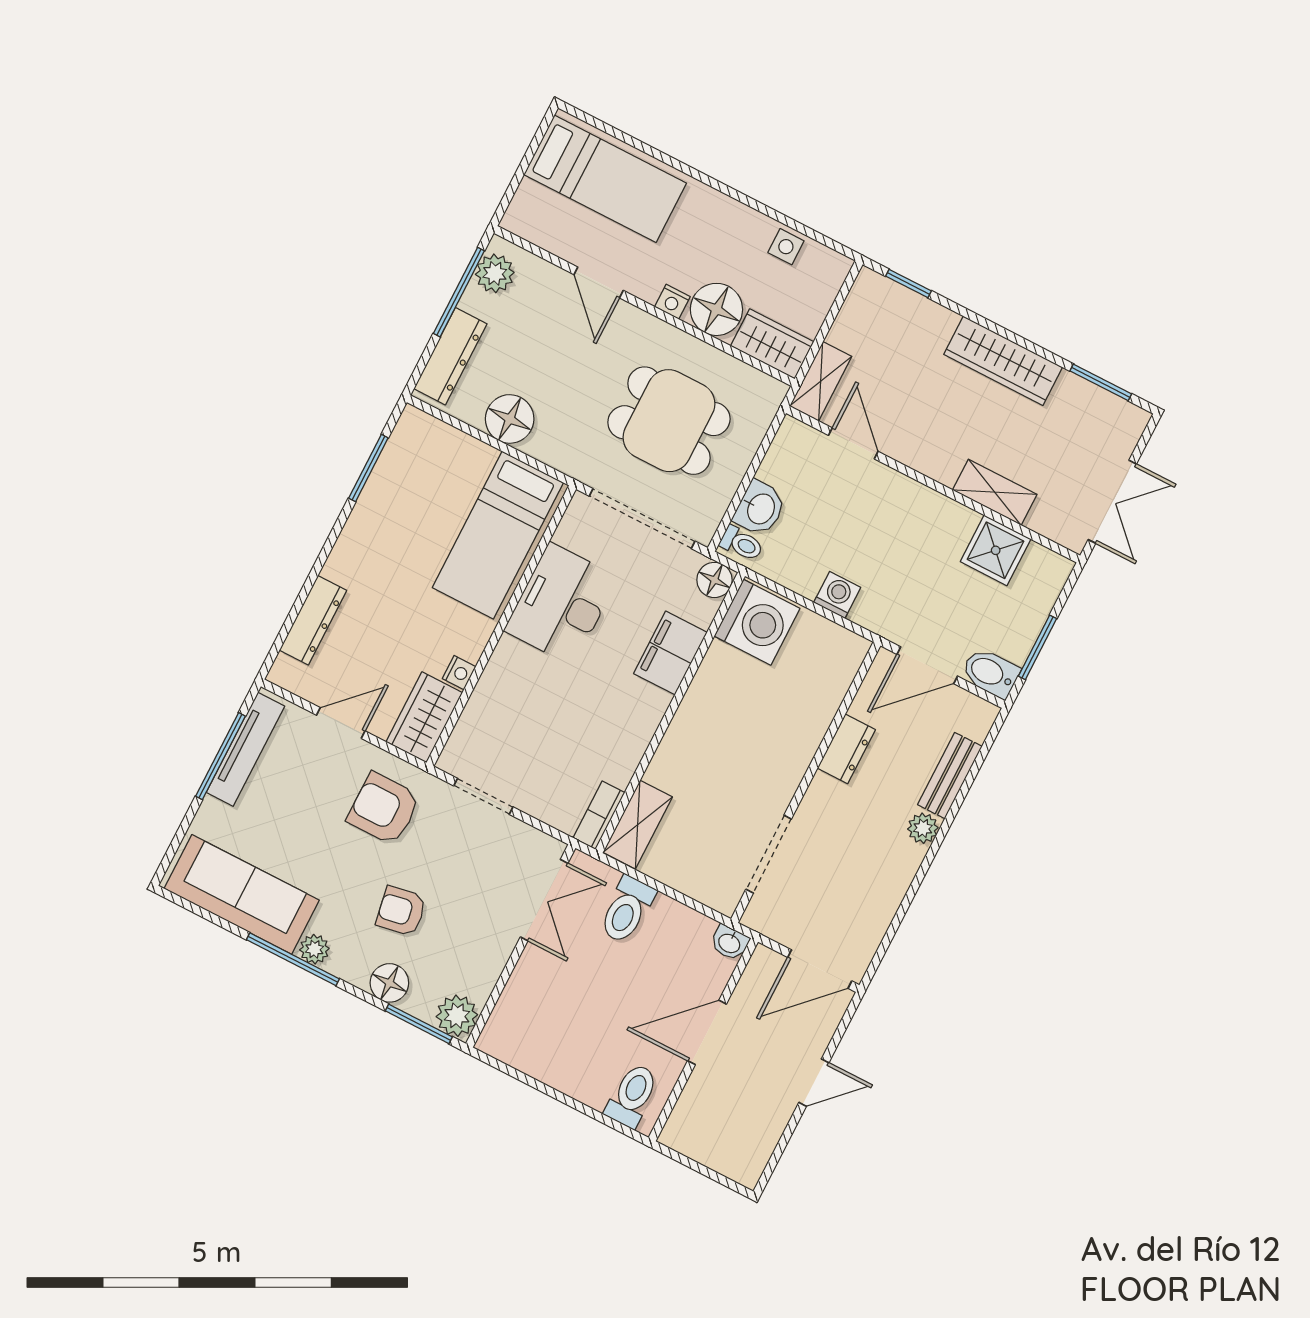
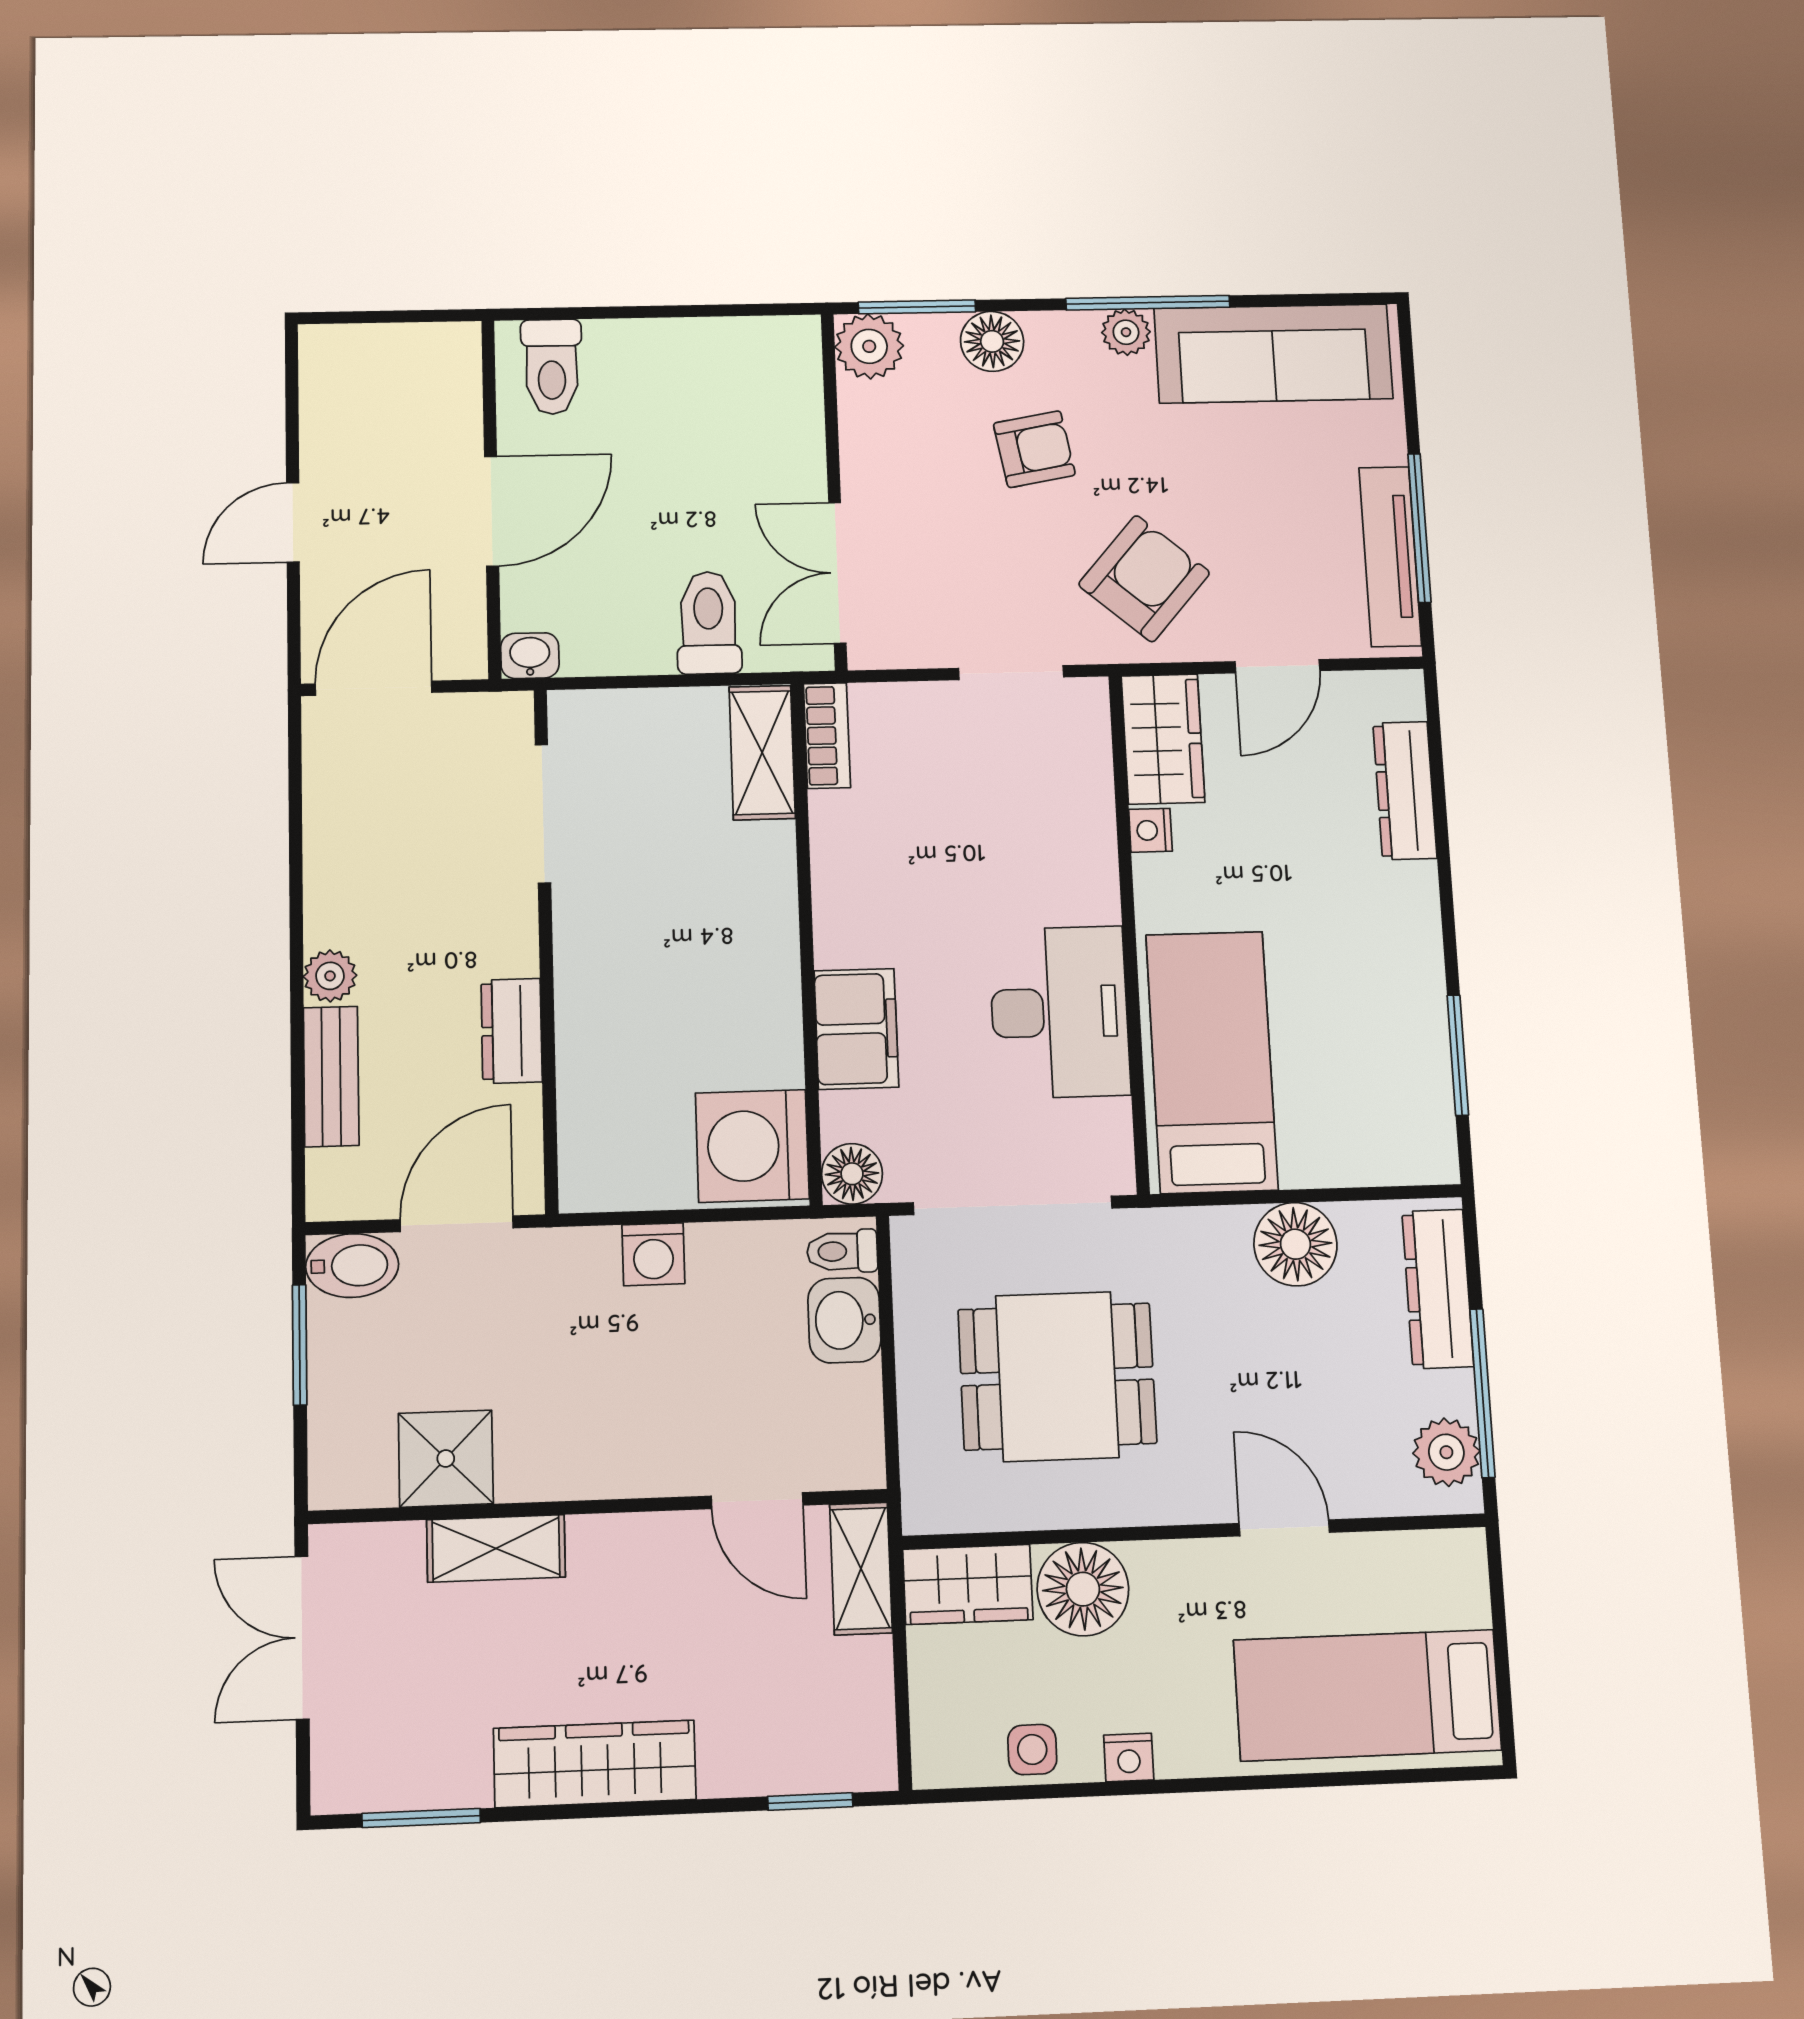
nightstand: (672, 302) -> (1129, 1758), moved, turned 180
armchair: (384, 809) -> (1144, 579), turned -49

